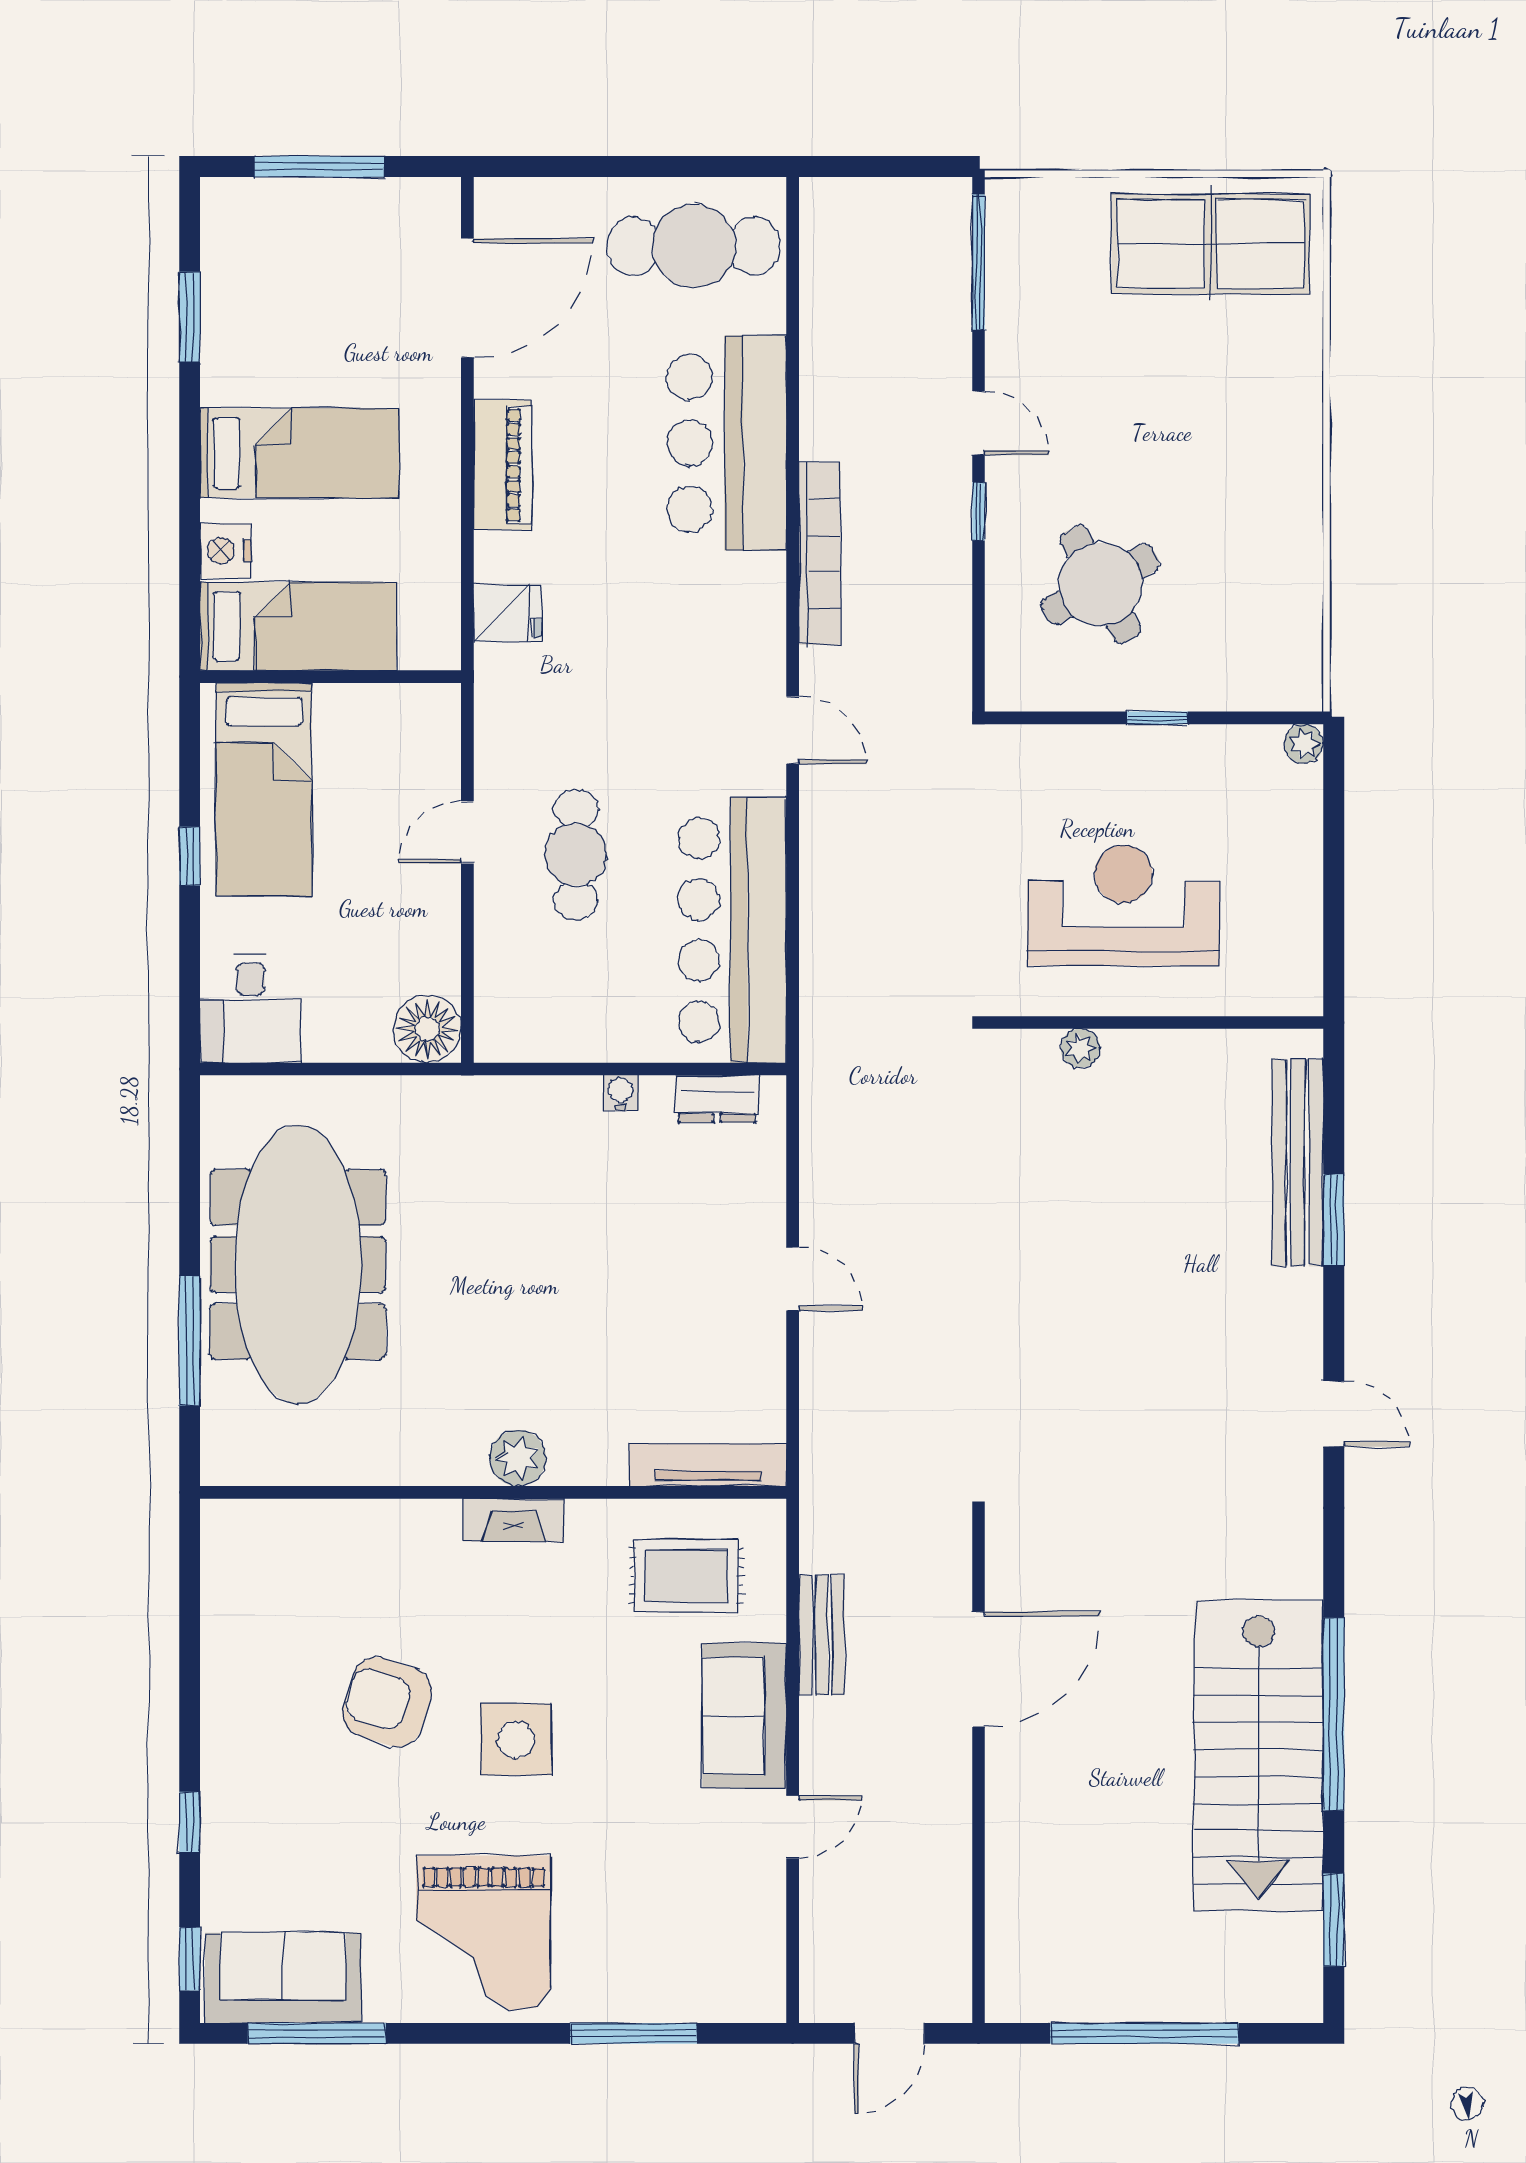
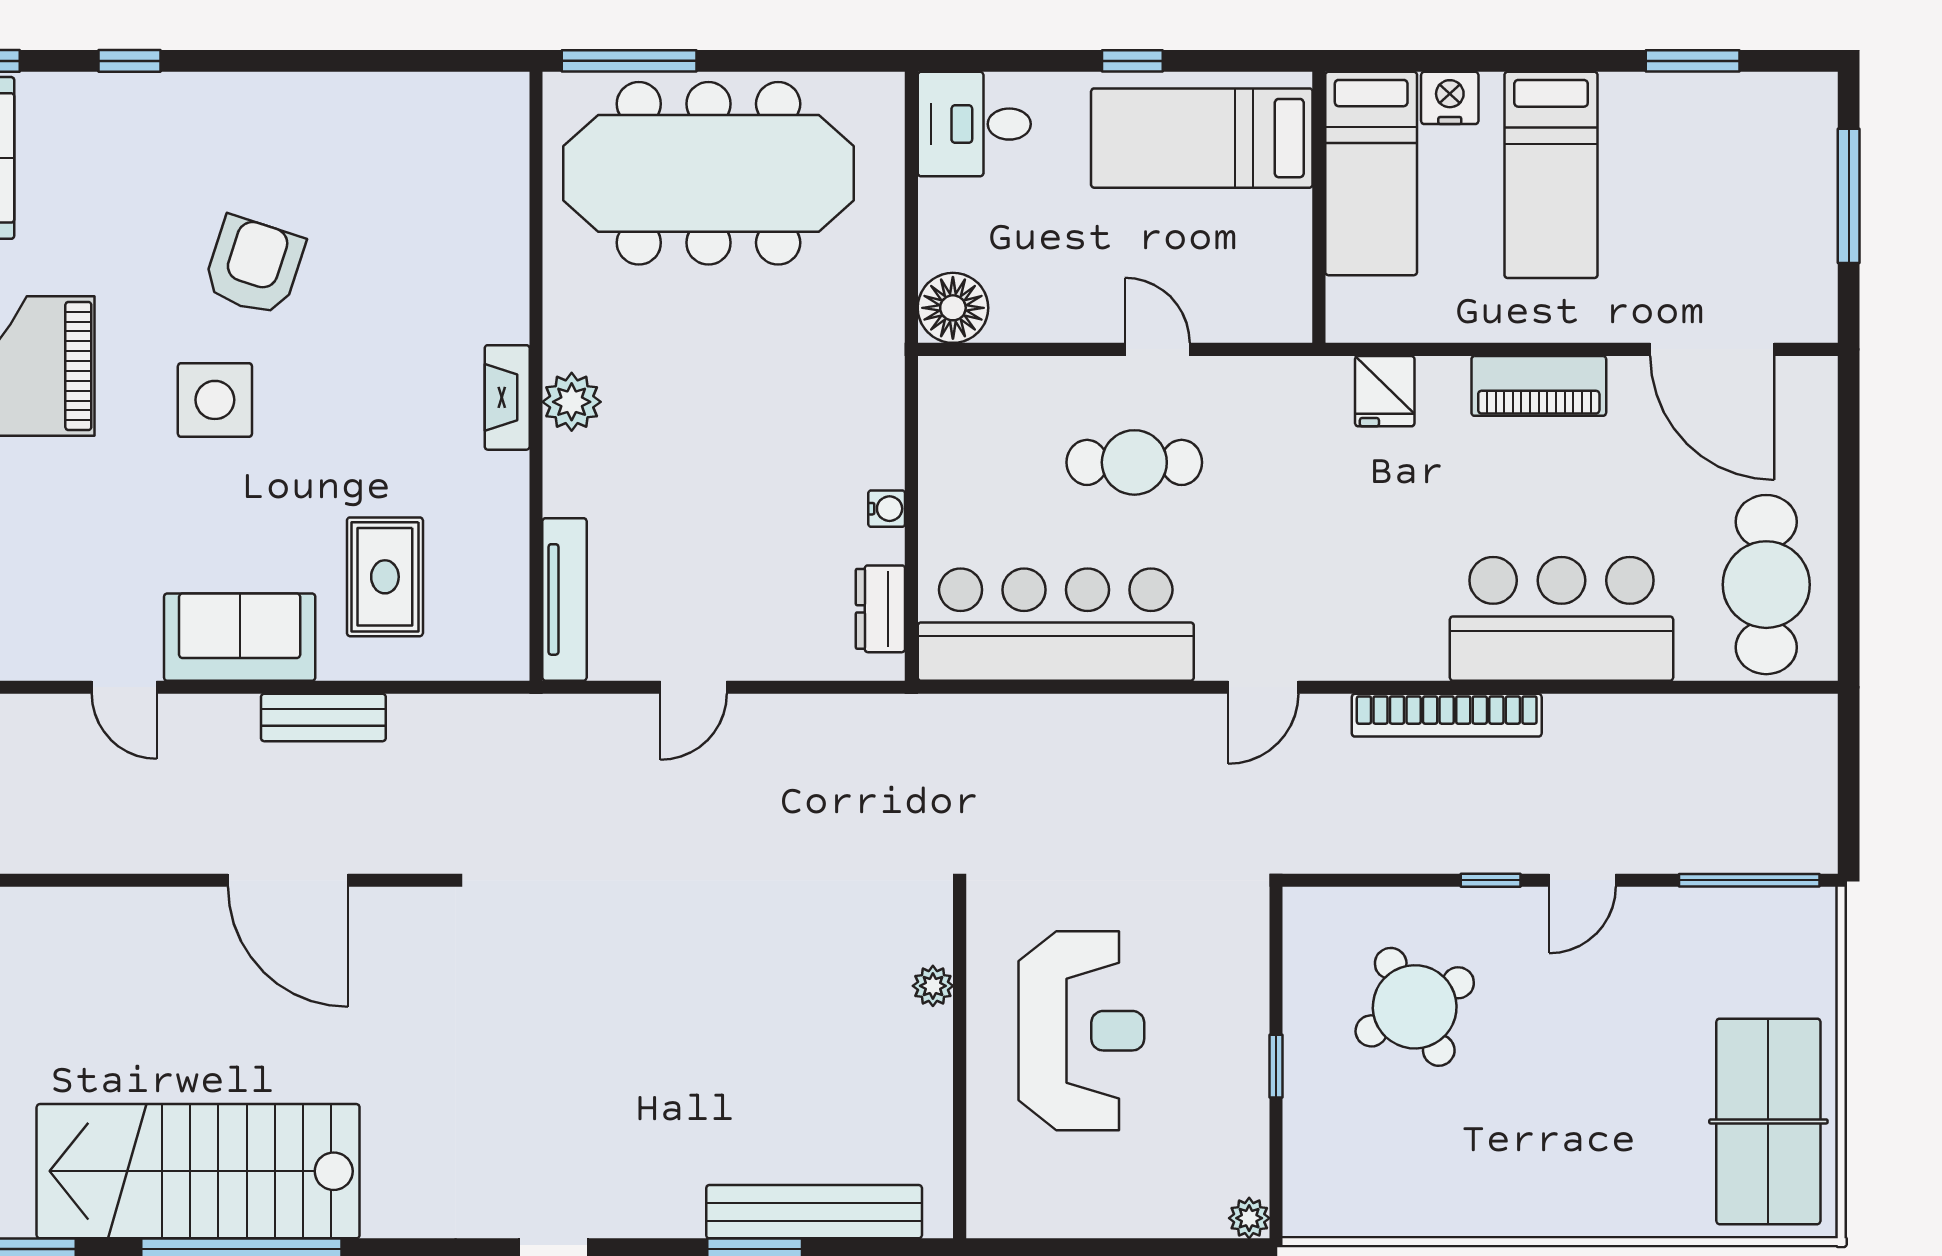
plant: (518, 1458) -> (572, 402), moved
tv unit: (708, 1465) -> (565, 599), moved
wall: (493, 1492) -> (536, 376), moved
fireplace: (514, 1520) -> (507, 397), moved

